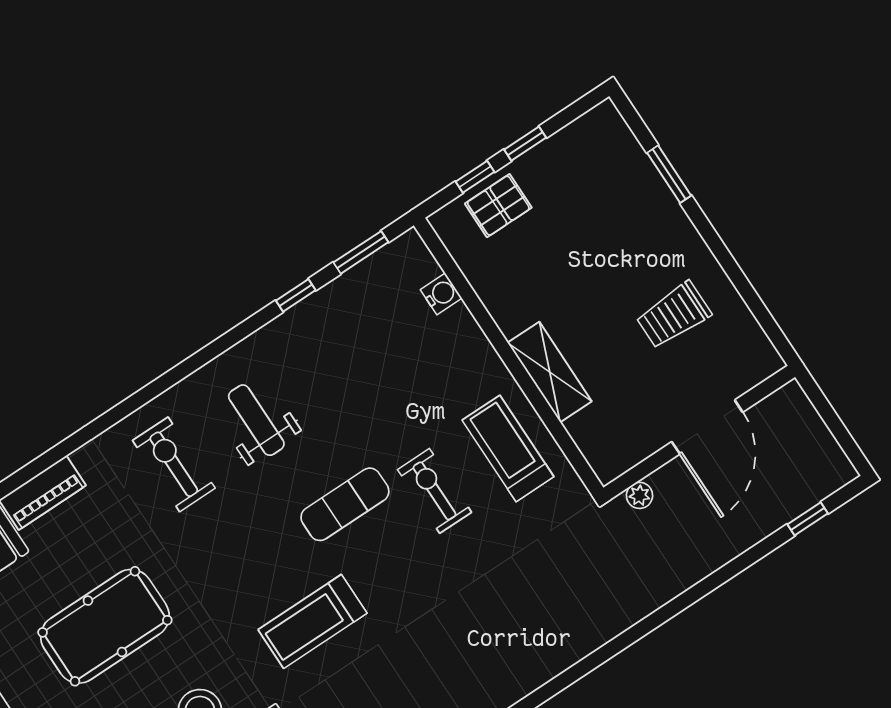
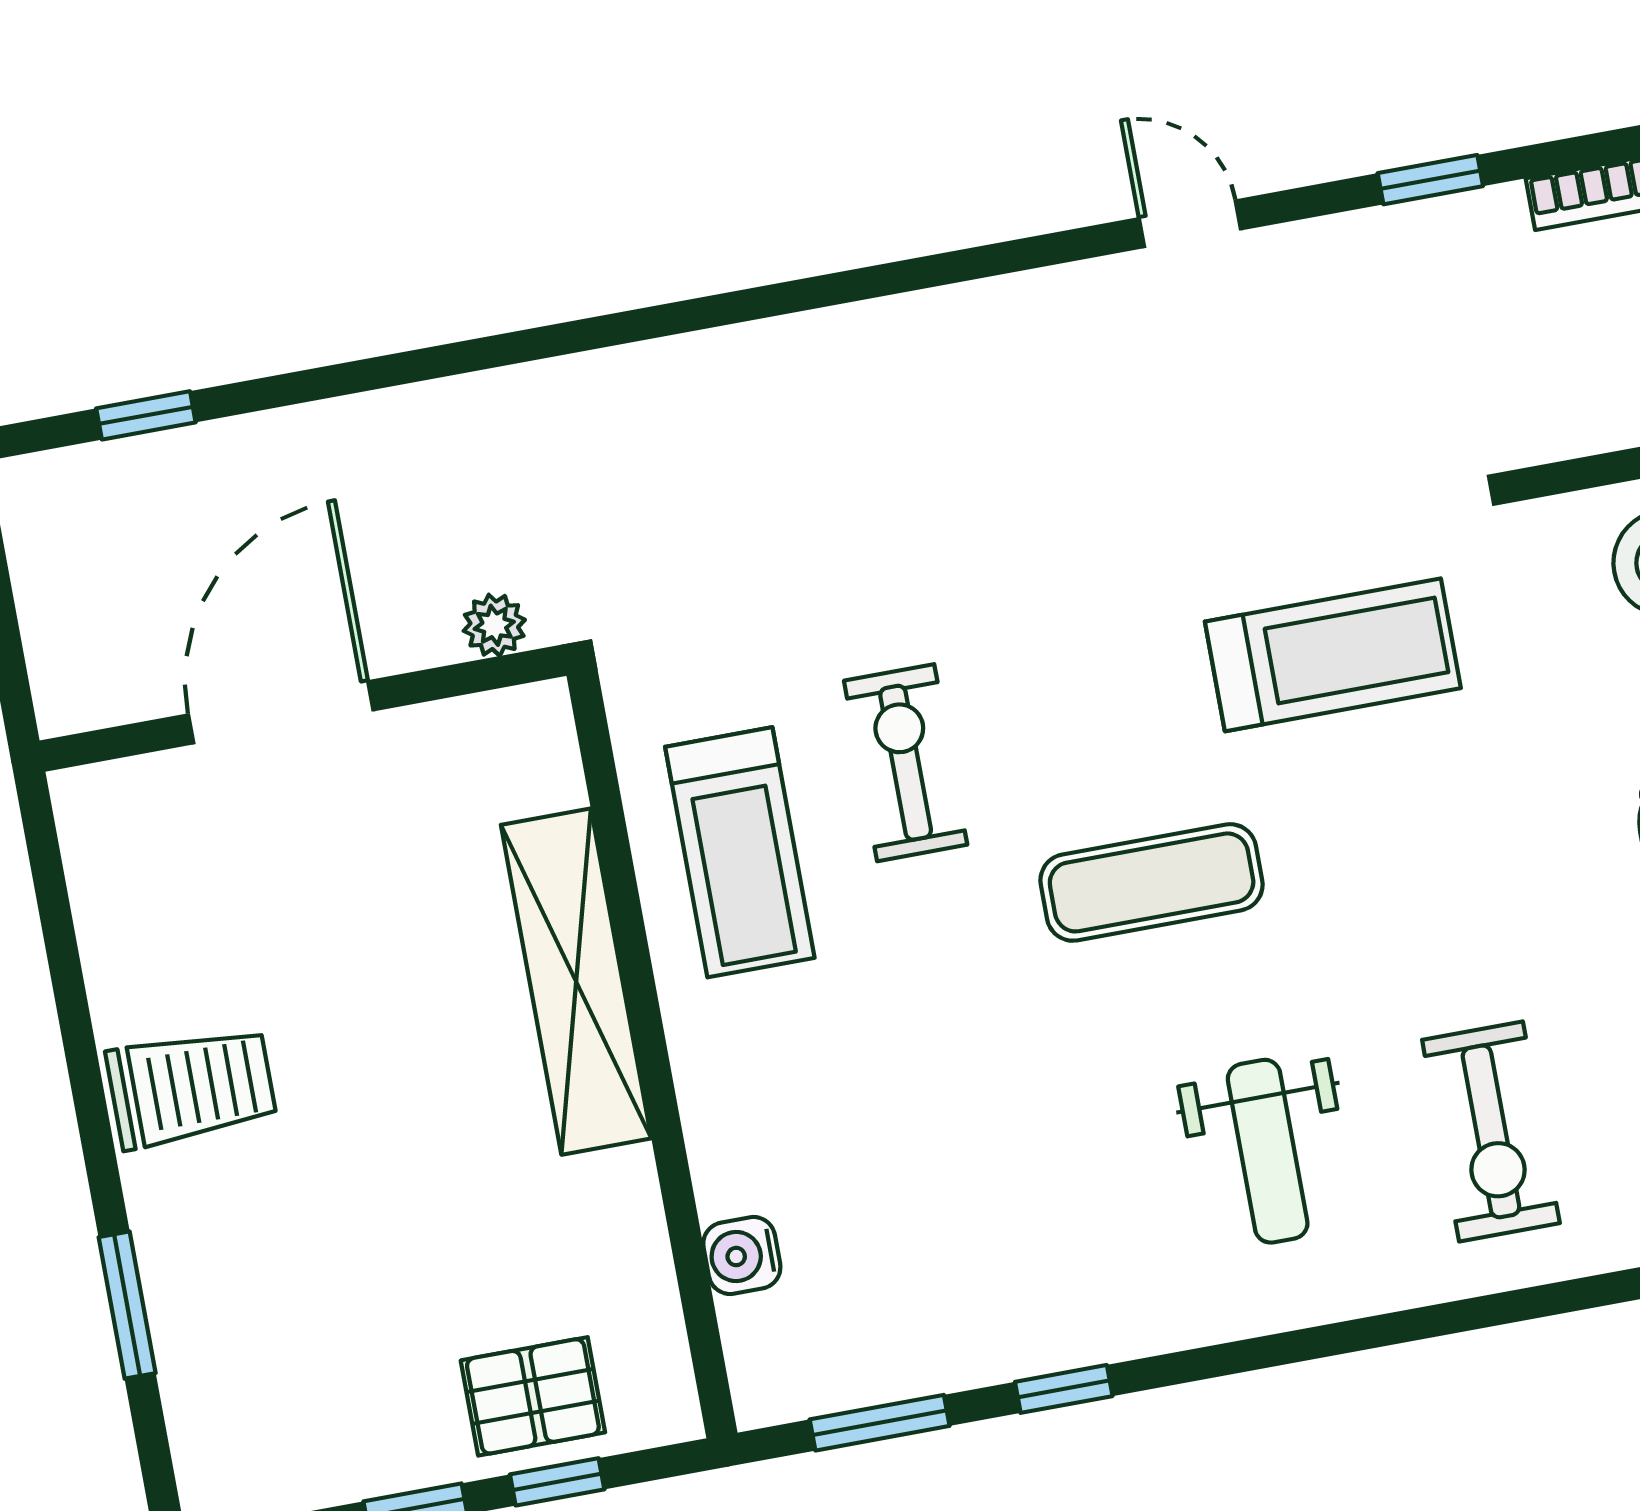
trolley: (673, 315) -> (191, 1087), moved
shelving: (550, 372) -> (576, 982), width x1.47
exercise bike: (435, 491) -> (906, 763), moved, turned 180

